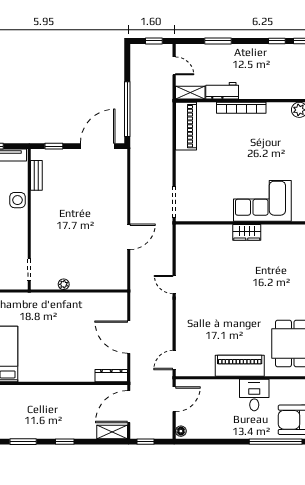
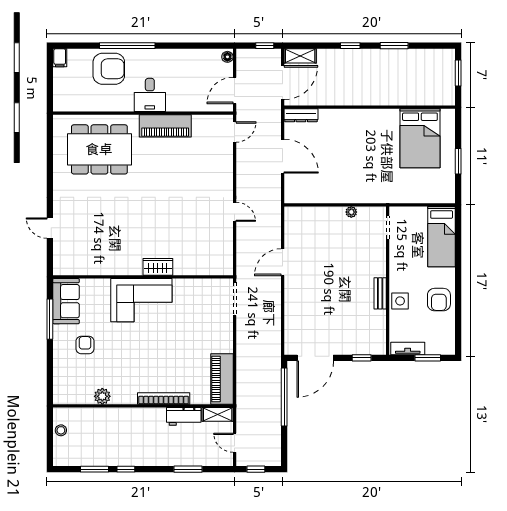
bench: (36, 175) -> (380, 293), moved

